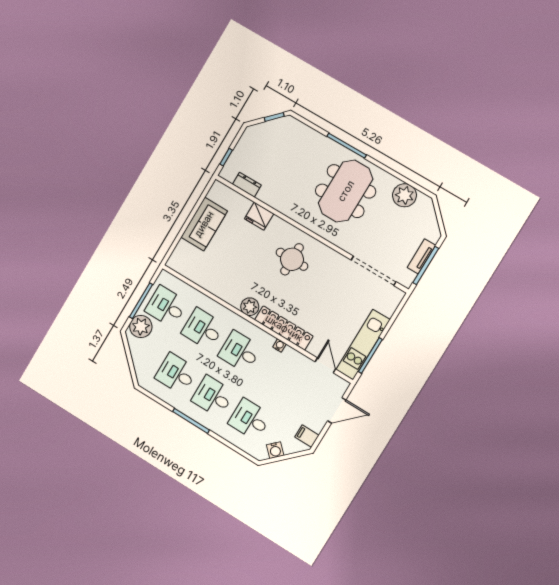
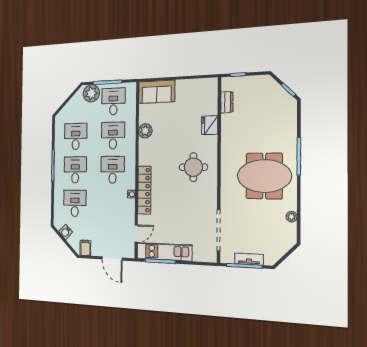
plant: (404, 195) -> (292, 217), width x0.53, depth x0.53
sofa: (204, 224) -> (157, 92), moved
plant: (250, 307) -> (145, 131), moved

